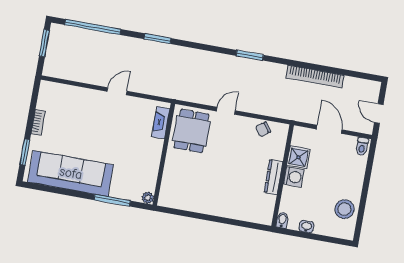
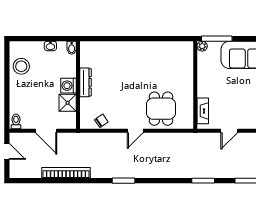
fireplace: (161, 123) -> (203, 111), moved
wall: (164, 154) -> (195, 85), moved
plant: (148, 198) -> (202, 46), moved

